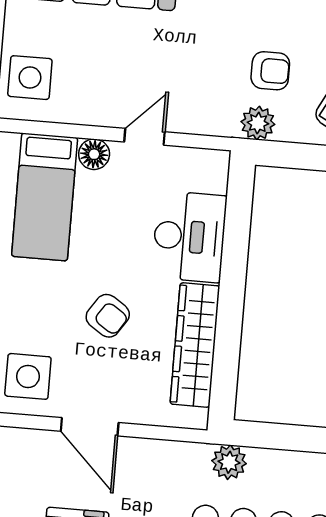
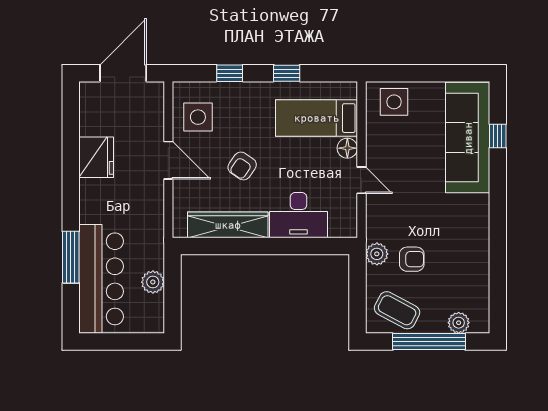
armchair: (270, 71) -> (412, 259), turned -90
door: (90, 427) -> (168, 160), swing flipped
plant: (229, 462) -> (153, 282), moved

